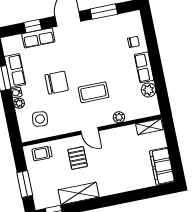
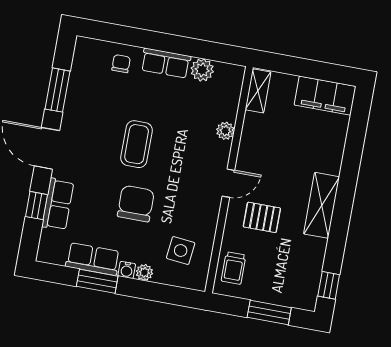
coffee table: (93, 92) -> (137, 144), moved
shelving: (79, 193) -> (322, 205), moved

